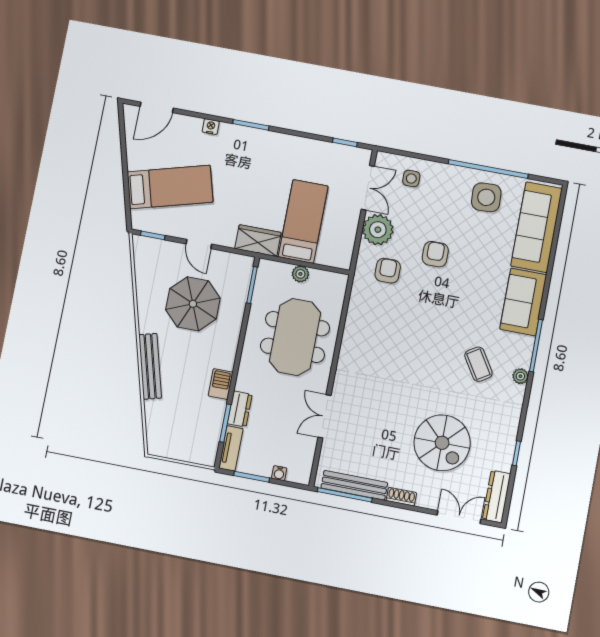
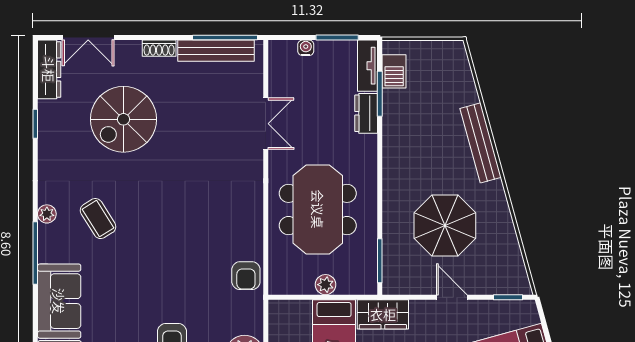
armchair: (388, 271) -> (246, 276), moved
barbecue: (221, 384) -> (394, 71), moved
spiral stairs: (442, 443) -> (123, 119), turned -90

